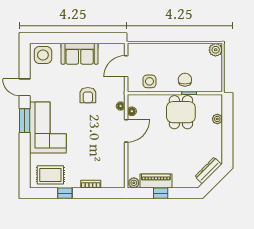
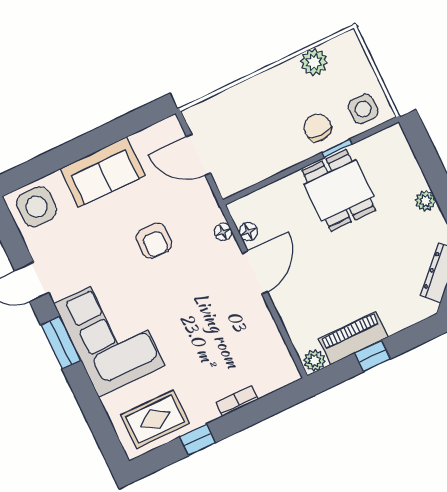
plant: (216, 50) -> (314, 62), moved
door: (126, 66) -> (198, 155), hinge flipped
side table: (149, 81) -> (363, 109), moved
plant: (217, 119) -> (425, 201), moved

